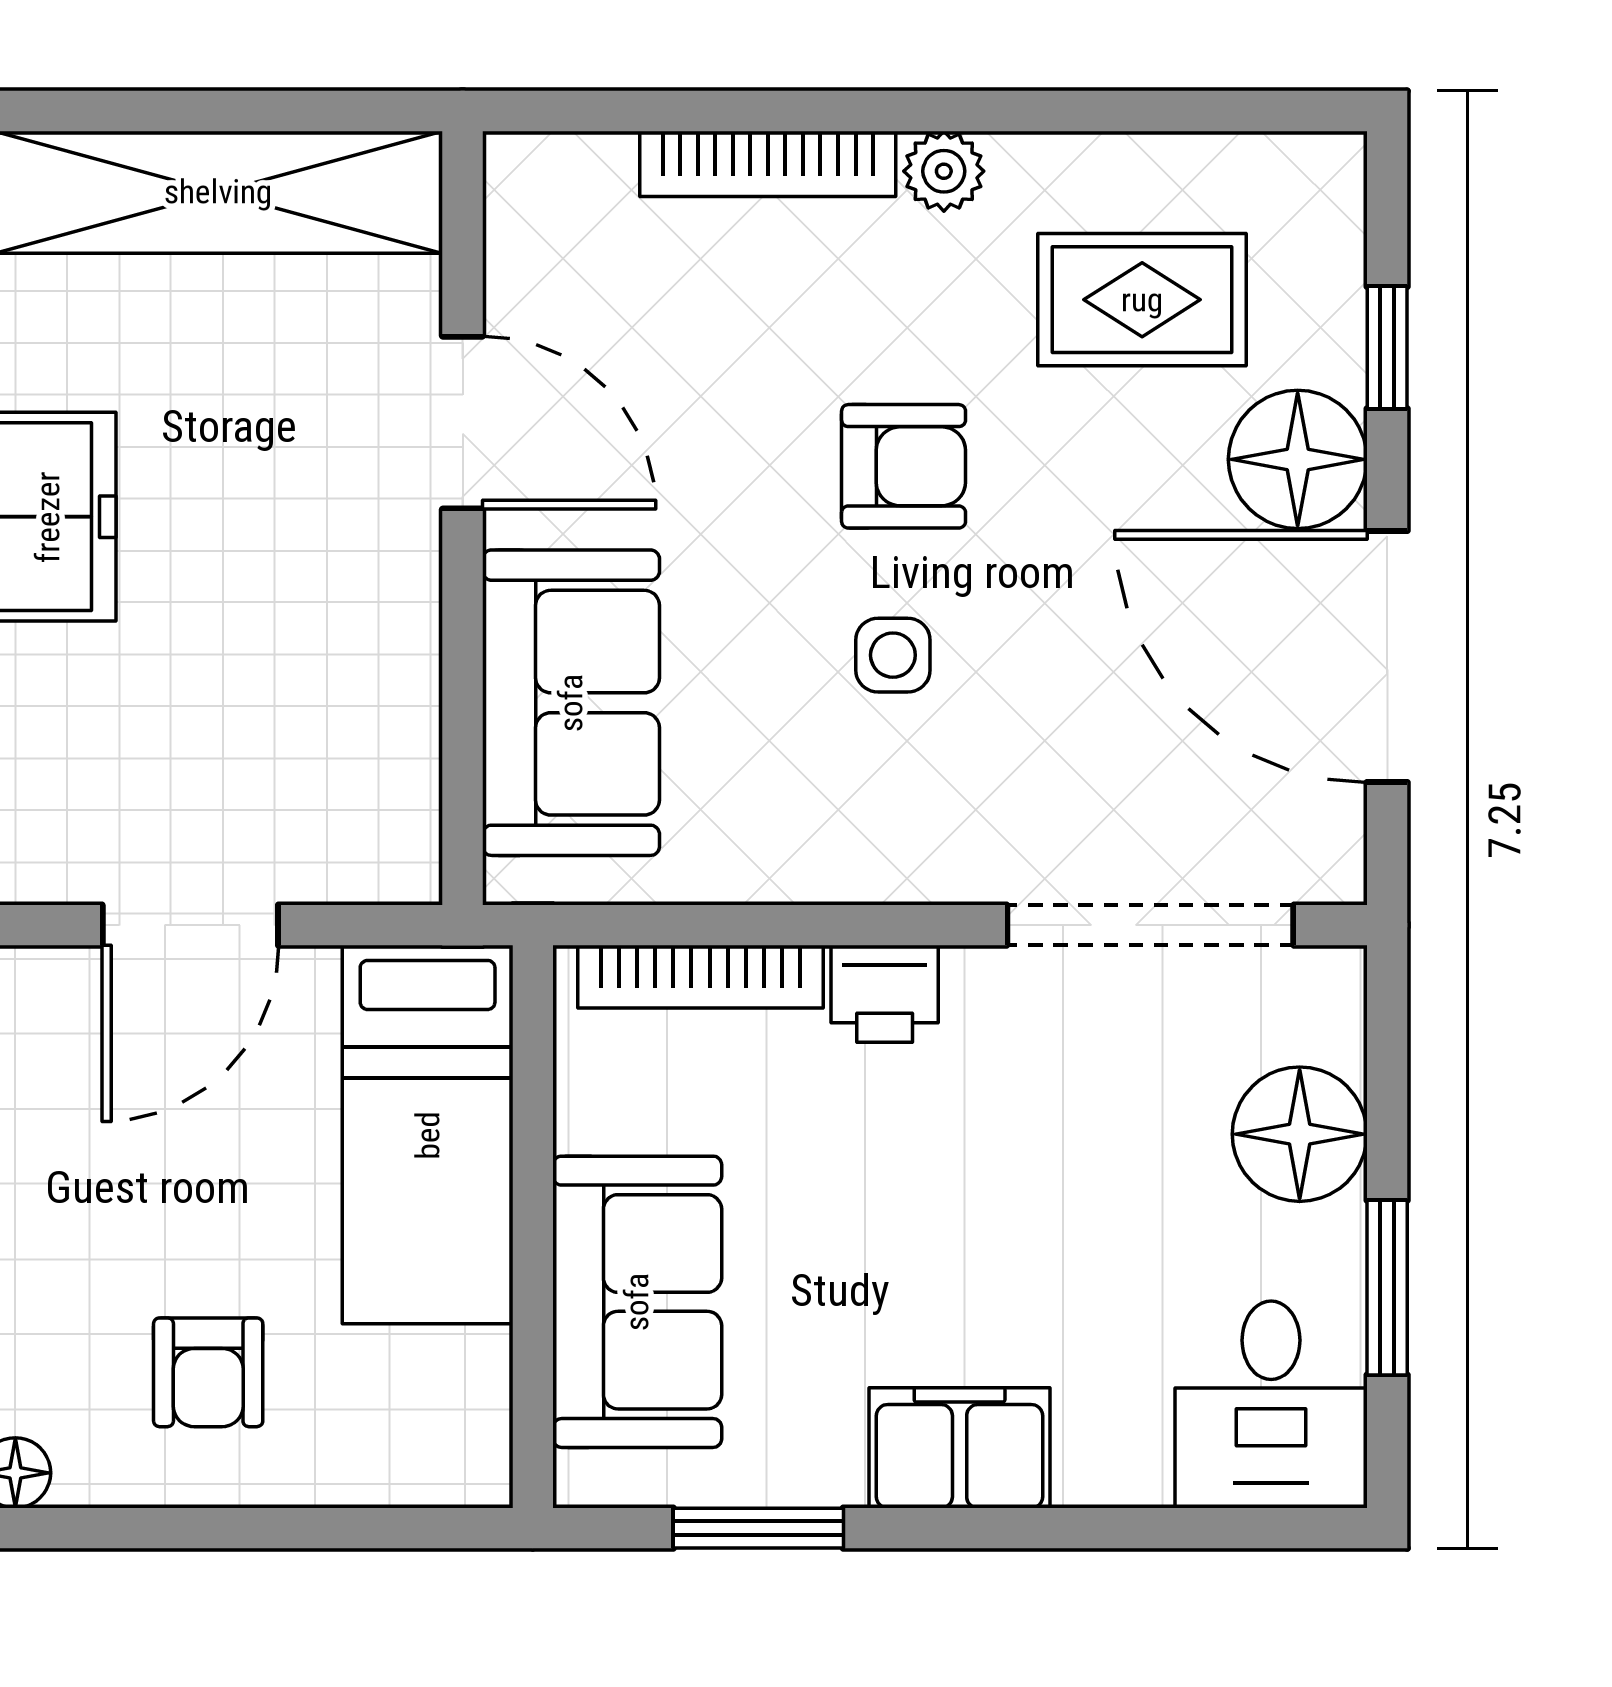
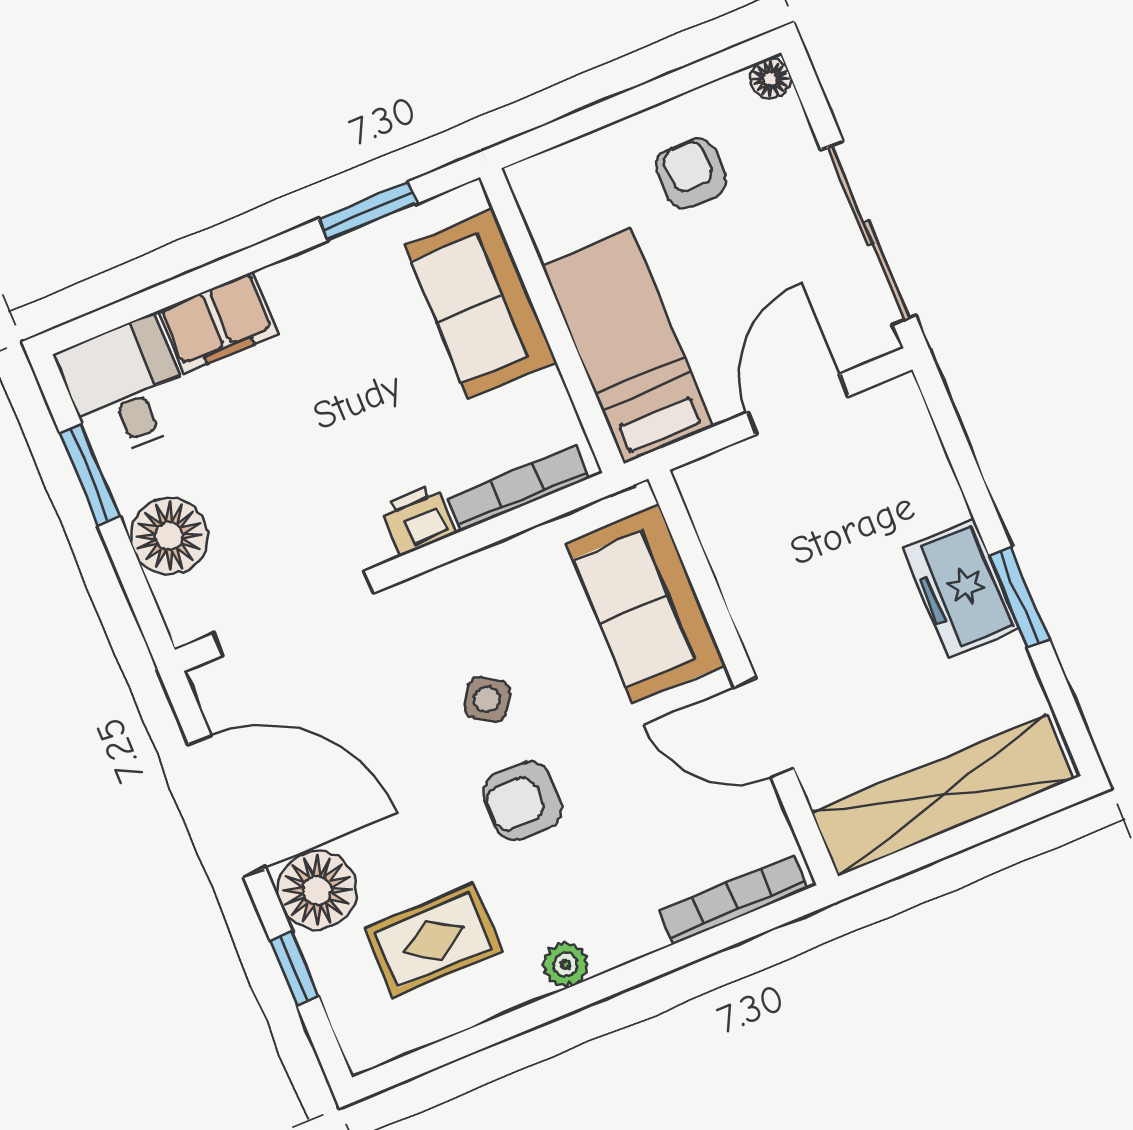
bookcase: (768, 164) -> (734, 900), moved
side table: (893, 655) -> (487, 699), turned 33
filing cabinet: (960, 1448) -> (218, 323), moved

